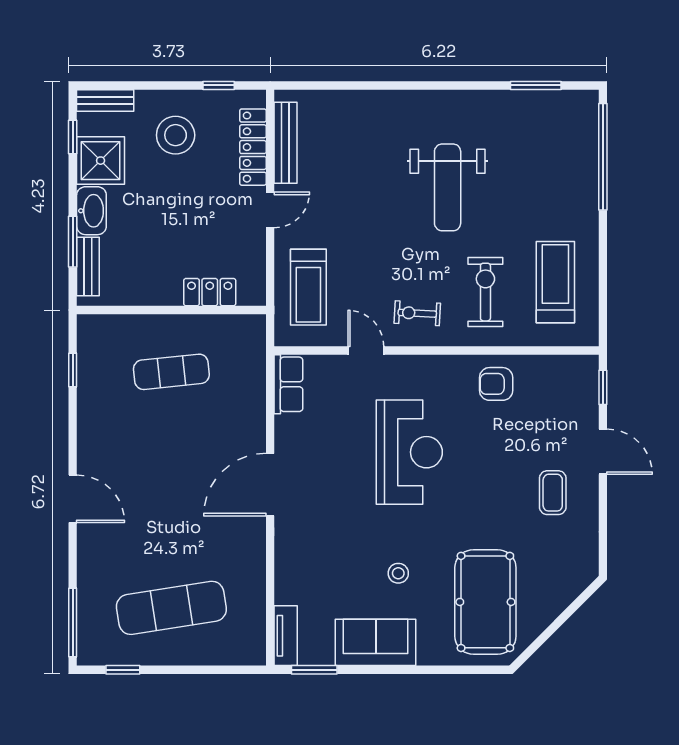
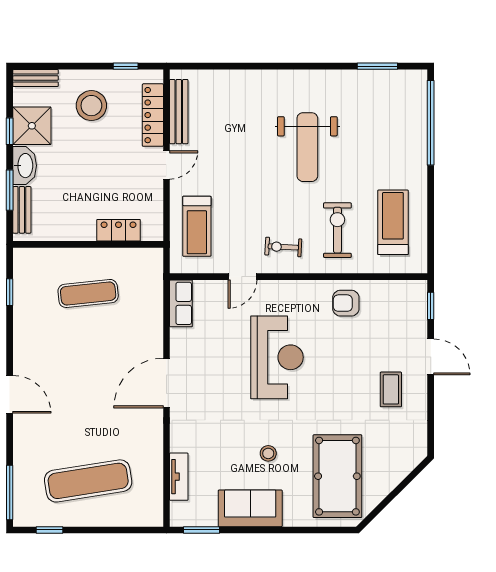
window: (73, 137) -> (10, 131), moved
door: (366, 351) -> (242, 277), swing flipped
tv unit: (286, 636) -> (179, 477), moved

